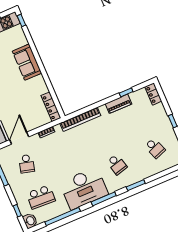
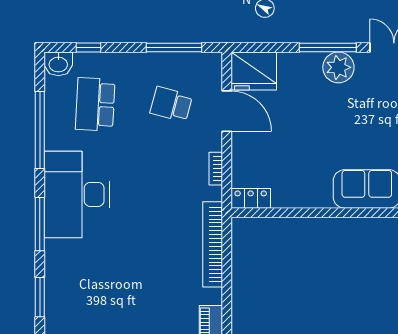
locker: (51, 107) -> (251, 198), width x0.66
school desk: (117, 164) -> (95, 278), removed

